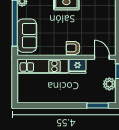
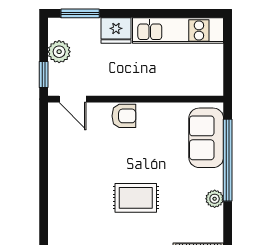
kitchen unit: (43, 66) -> (178, 31), moved, turned 180
fridge: (78, 66) -> (116, 31), moved, turned 180

